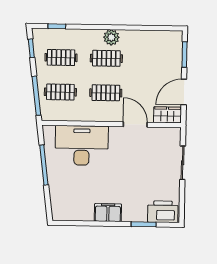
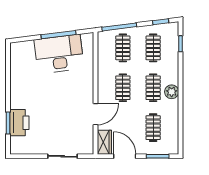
clothes rail: (152, 59) -> (153, 128), added
desk: (82, 145) -> (59, 54), moved, turned -97
printer: (163, 212) -> (19, 123), moved
filing cabinet: (108, 213) -> (18, 91), removed

